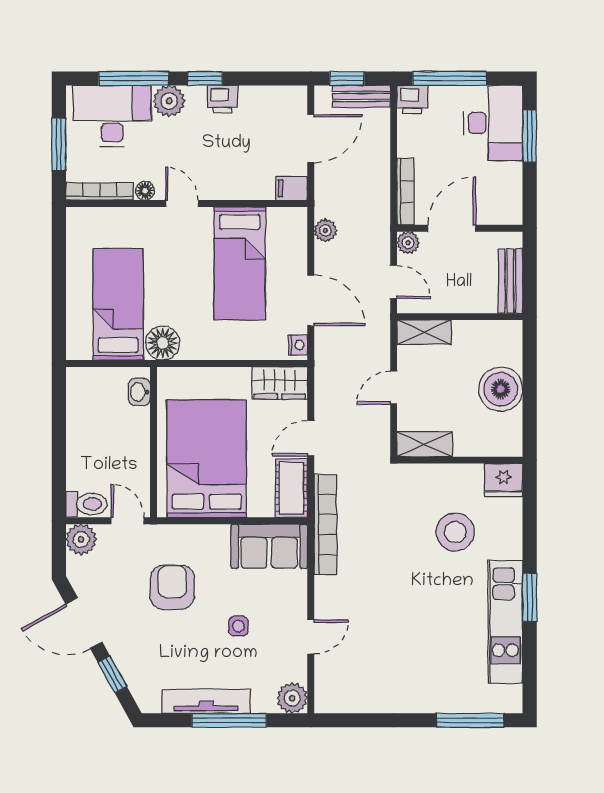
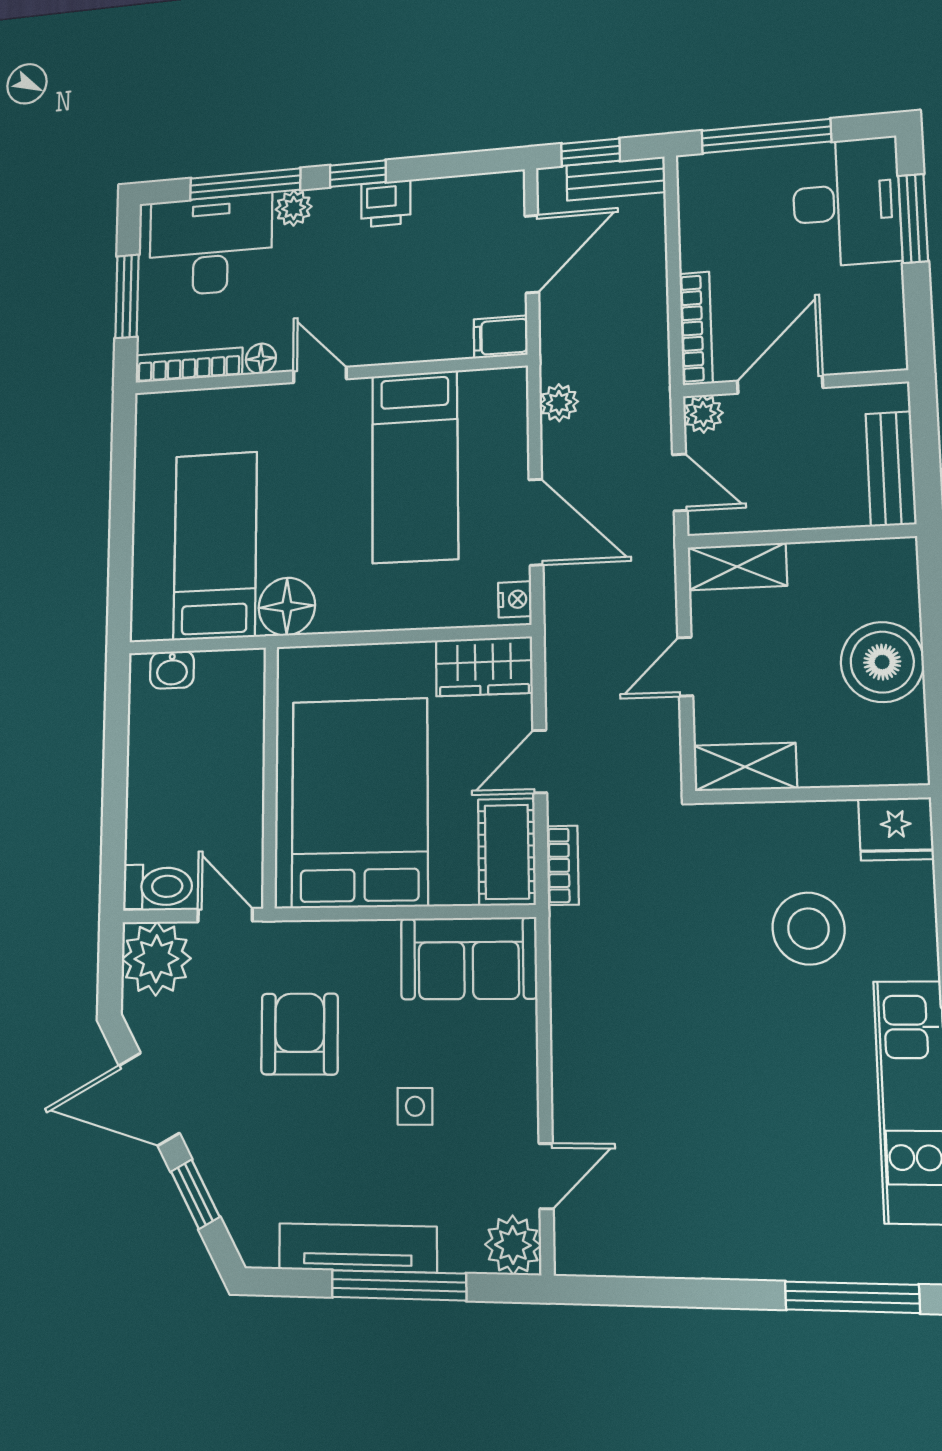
printer: (412, 99) -> (703, 176), removed
plant: (169, 101) -> (294, 208), width x0.73, depth x0.73
washbasin: (139, 392) -> (172, 670), moved, turned -90
bookcase: (325, 524) -> (563, 865), width x0.43, depth x0.76
plant: (81, 539) -> (156, 959), width x1.36, depth x1.36
door: (311, 637) -> (546, 1176), moved

